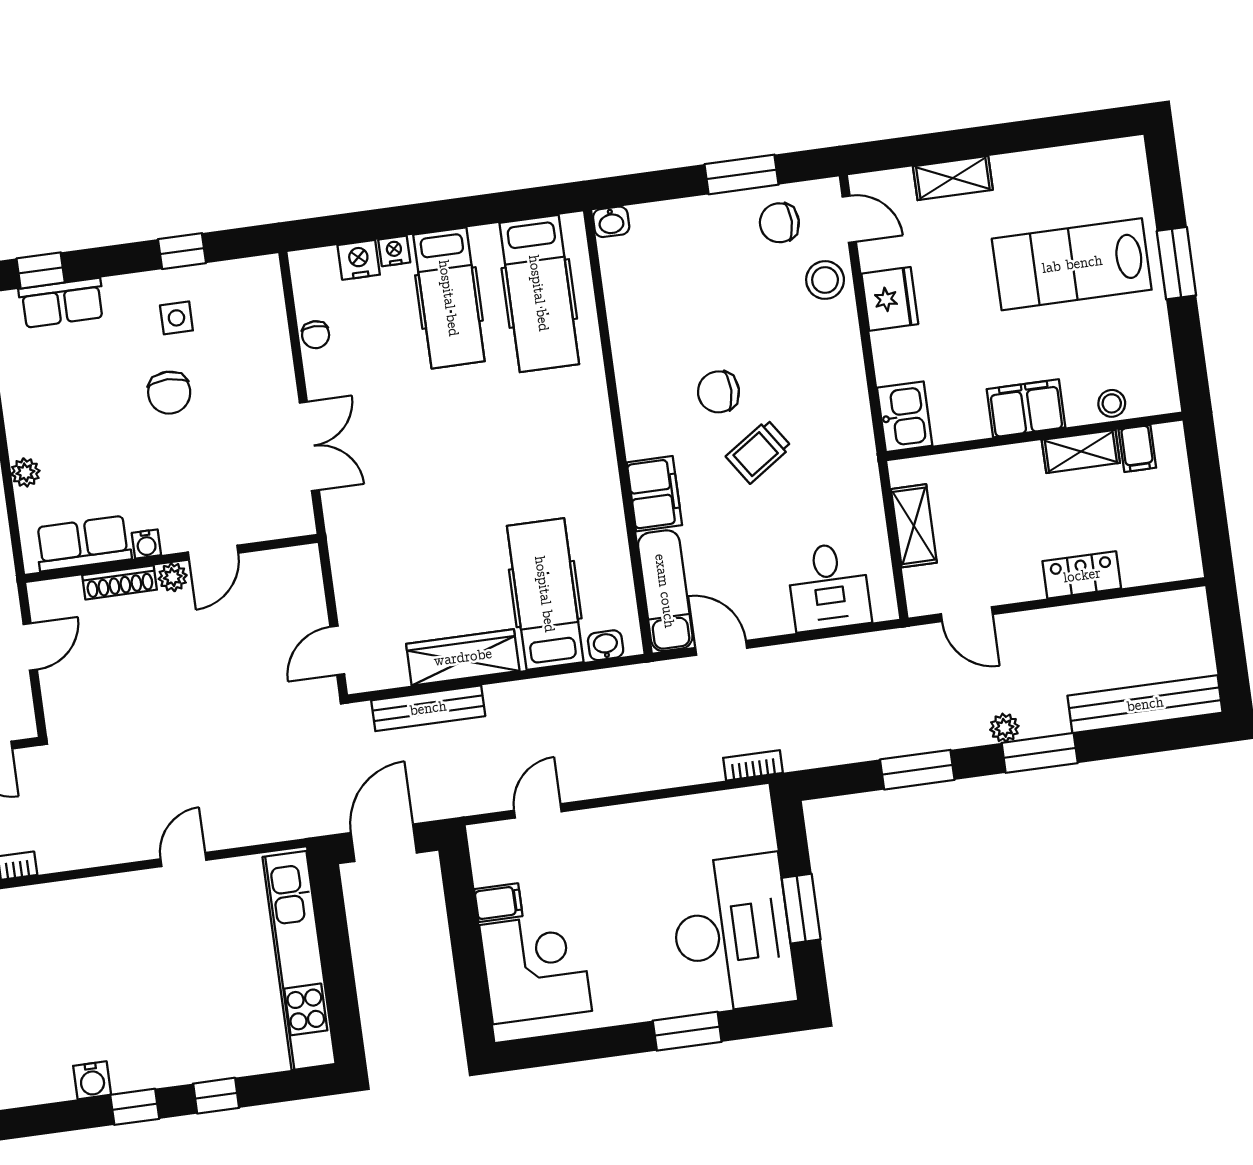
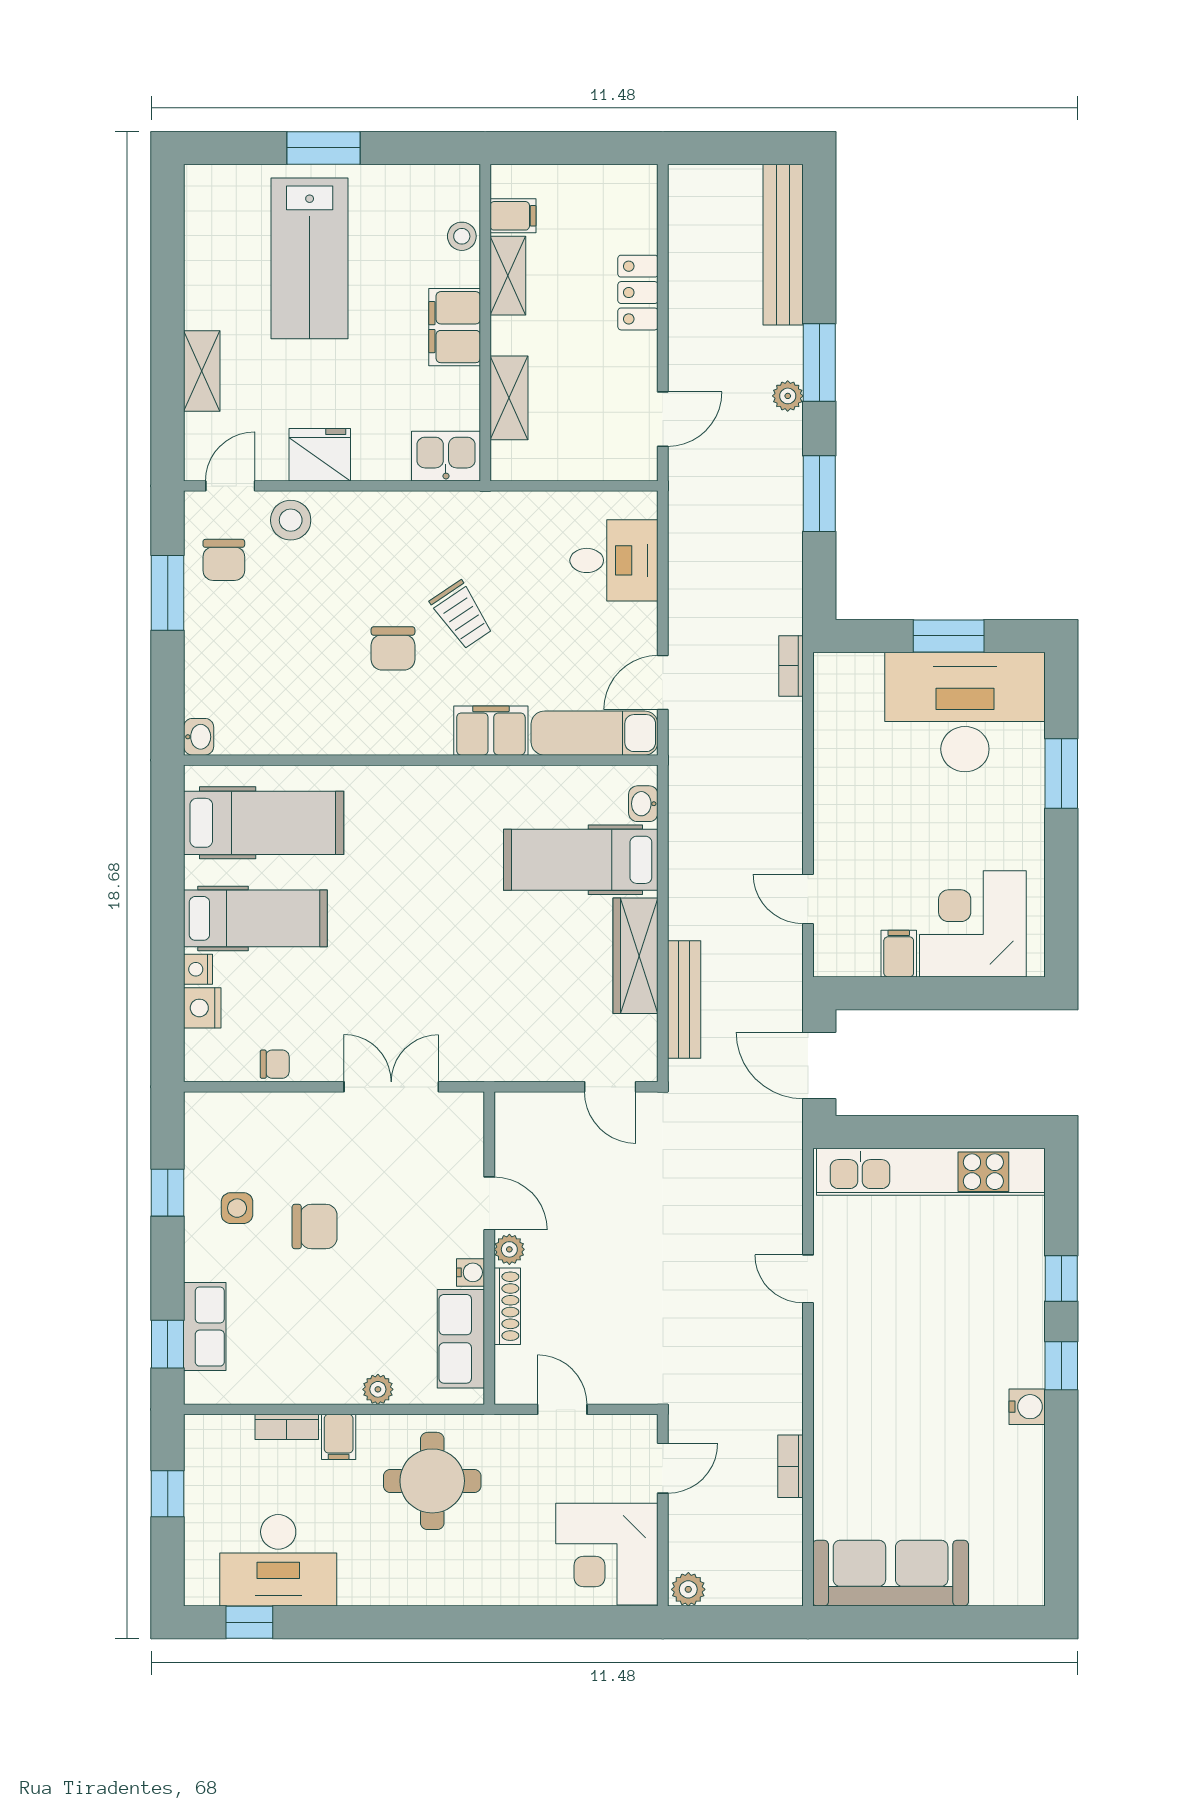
shelving: (914, 526) -> (509, 398), moved, turned 90

